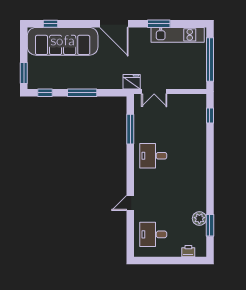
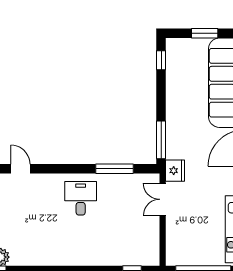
window: (24, 73) -> (205, 33), moved
window: (82, 93) -> (161, 140), moved

